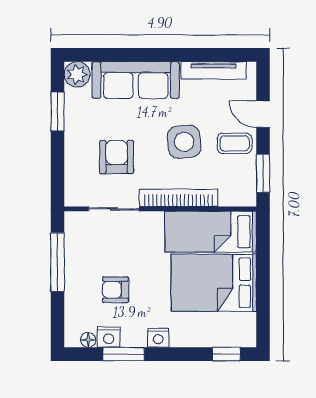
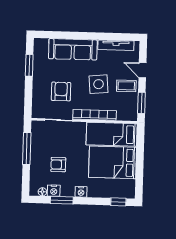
plant: (77, 74) -> (41, 45), removed

